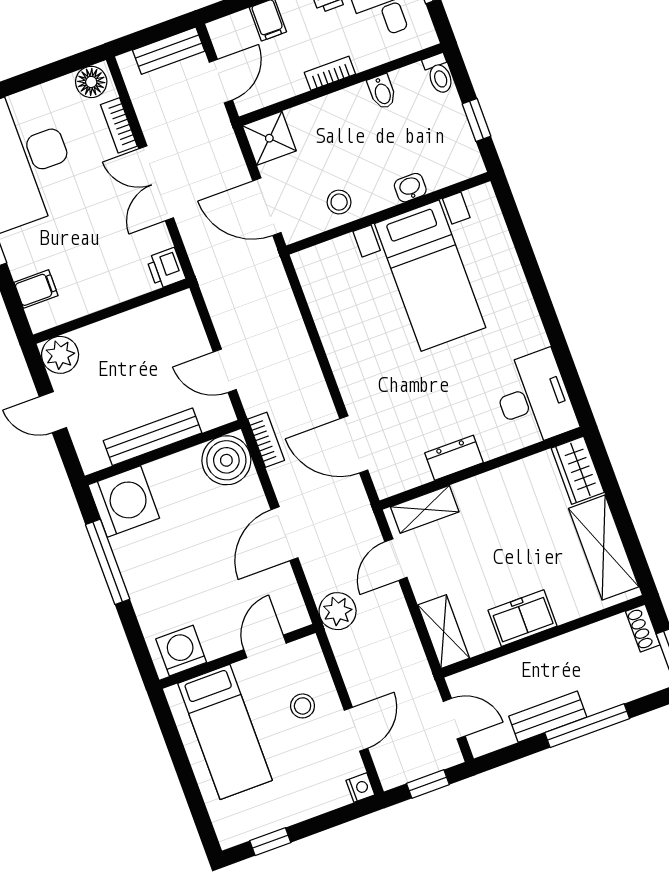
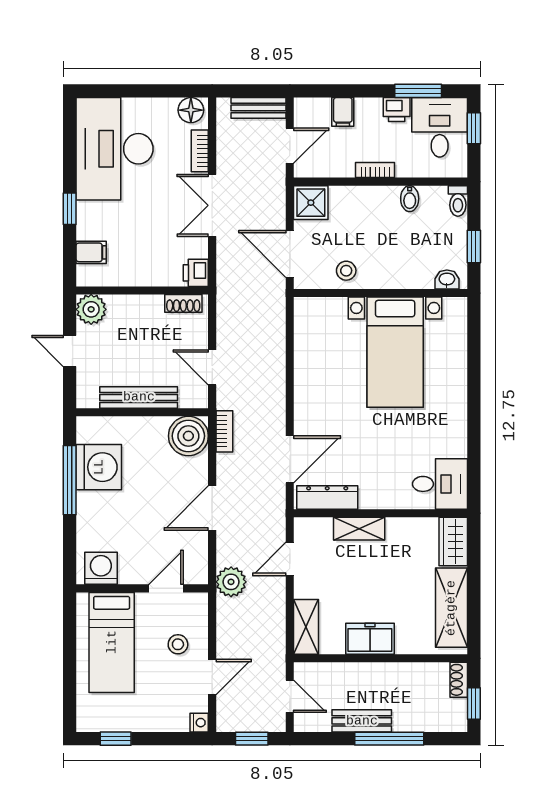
washbasin: (410, 188) -> (447, 280), moved
shoe rack: (164, 309) -> (183, 303), added
desk: (534, 398) -> (440, 484), width x0.73
door: (354, 444) -> (290, 459), swing flipped
dresser: (454, 458) -> (327, 498), moved, width x1.44
washing machine: (124, 502) -> (99, 467), moved
shelving: (425, 509) -> (359, 529), moved

